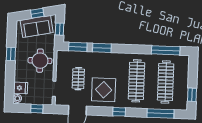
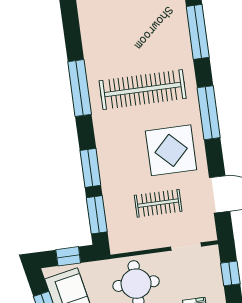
window: (166, 50) -> (80, 88), moved
clothes rail: (166, 82) -> (135, 33), removed
window: (119, 112) -> (209, 113), width x2.17

